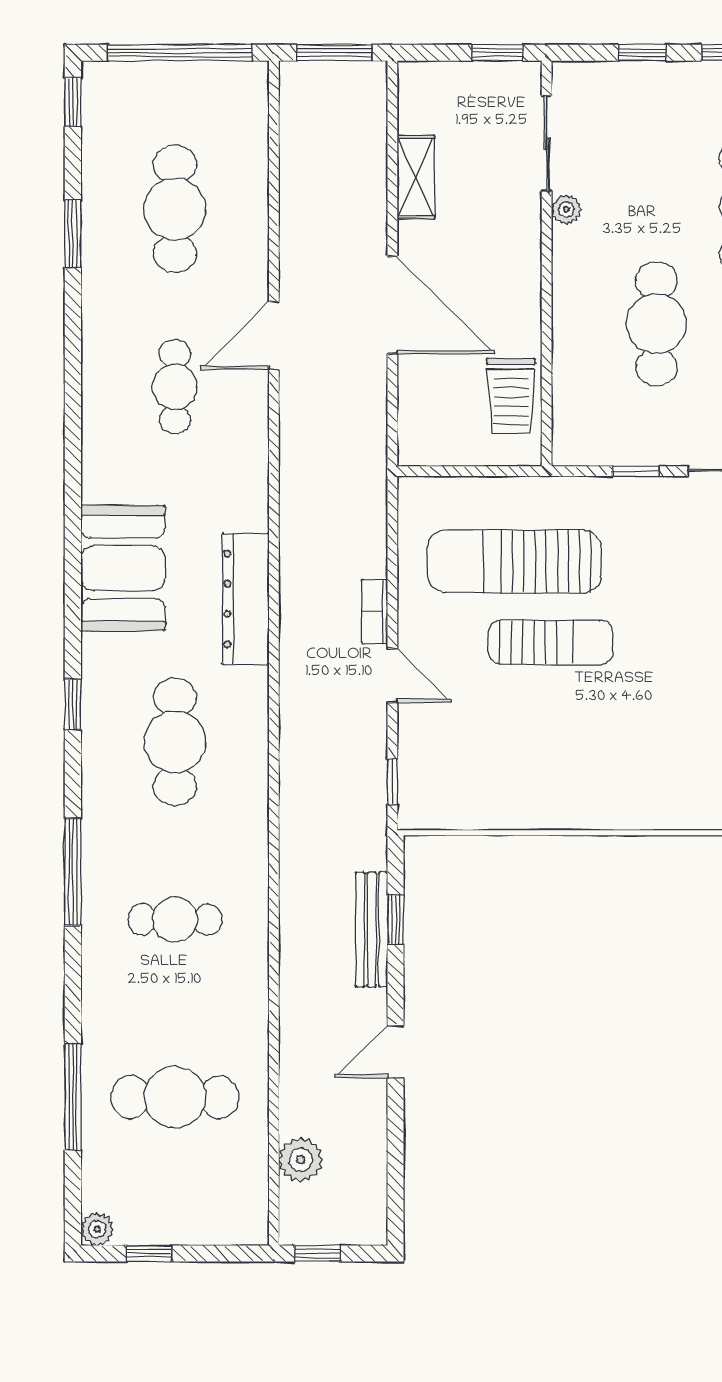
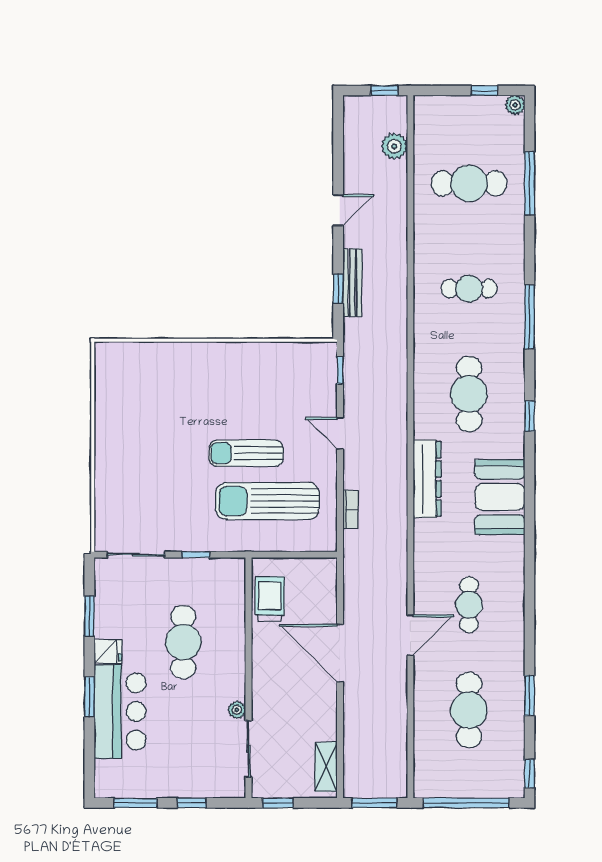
shelving: (416, 177) -> (326, 767), moved
sun lounger: (515, 562) -> (268, 501), turned 180
bookcase: (375, 611) -> (350, 509), moved

